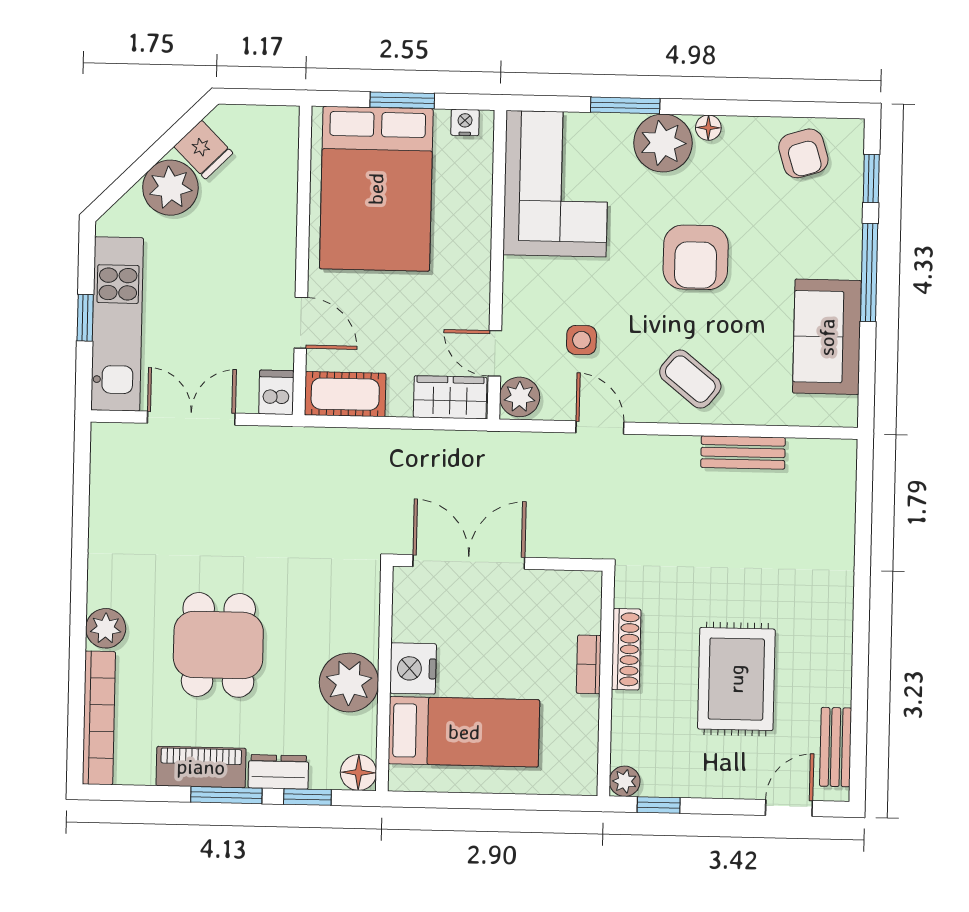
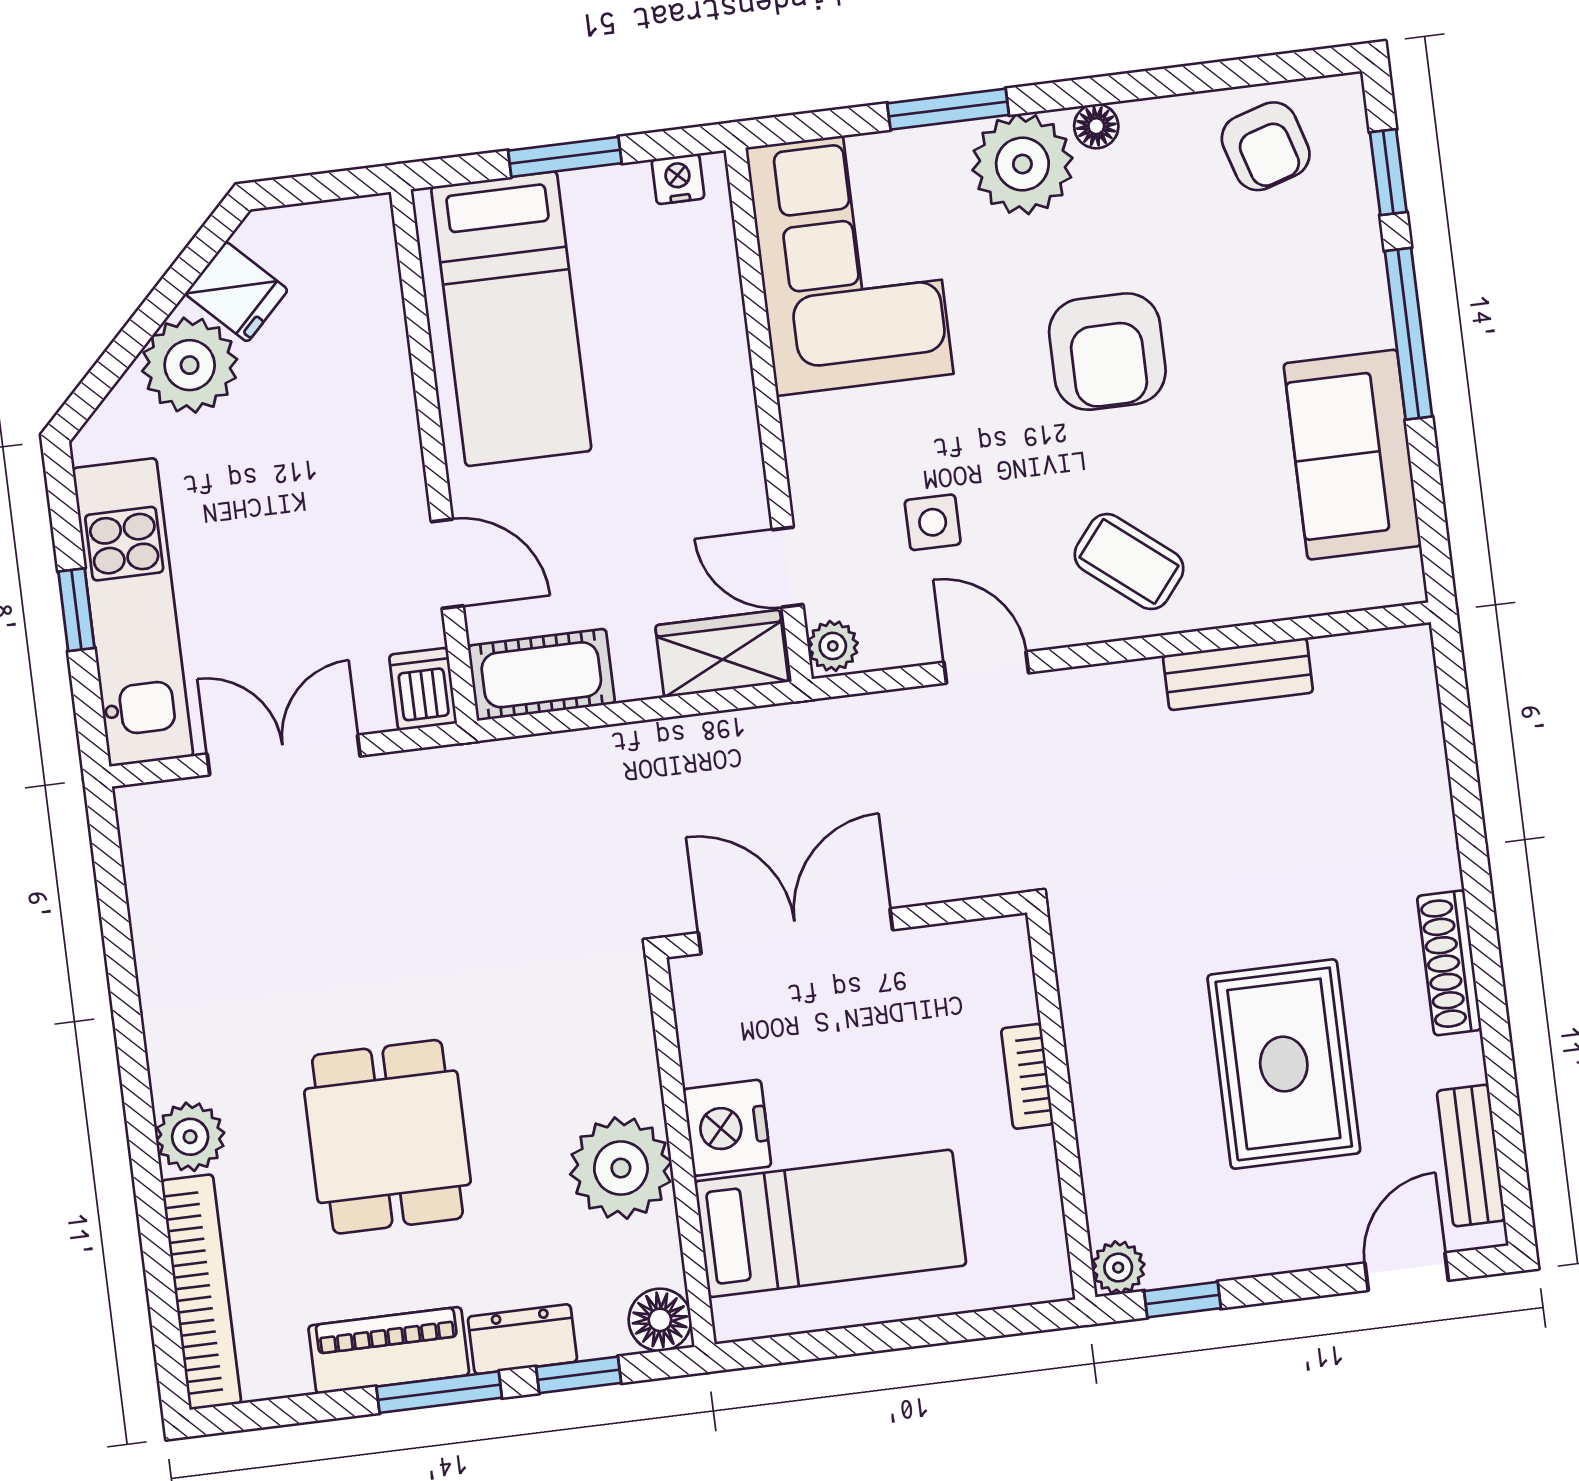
bed: (376, 189) -> (511, 319), width x0.67
plant: (520, 397) -> (833, 646), width x0.73, depth x0.73
shoe rack: (626, 649) -> (1449, 963), moved, turned 180

